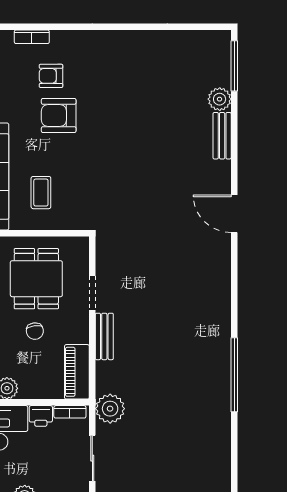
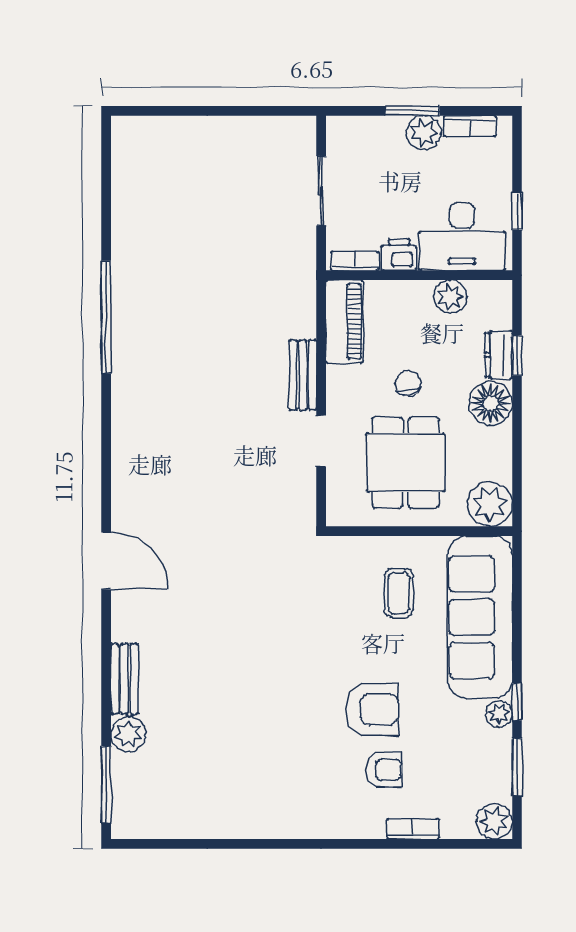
plant: (110, 409) -> (294, 266), removed

